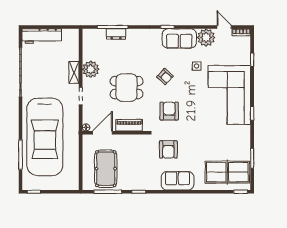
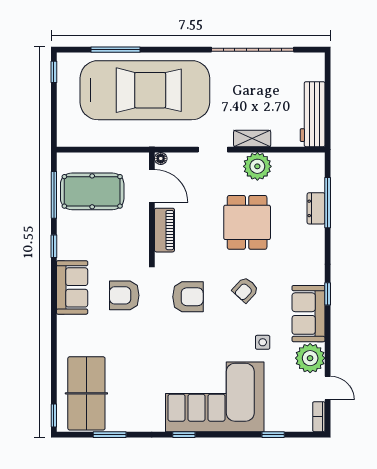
door: (224, 27) -> (328, 388), hinge flipped
workbench: (42, 36) -> (313, 114), moved
dining table: (127, 88) -> (247, 222), moved
car: (45, 137) -> (145, 90), turned 180
sofa: (178, 181) -> (72, 287), moved

